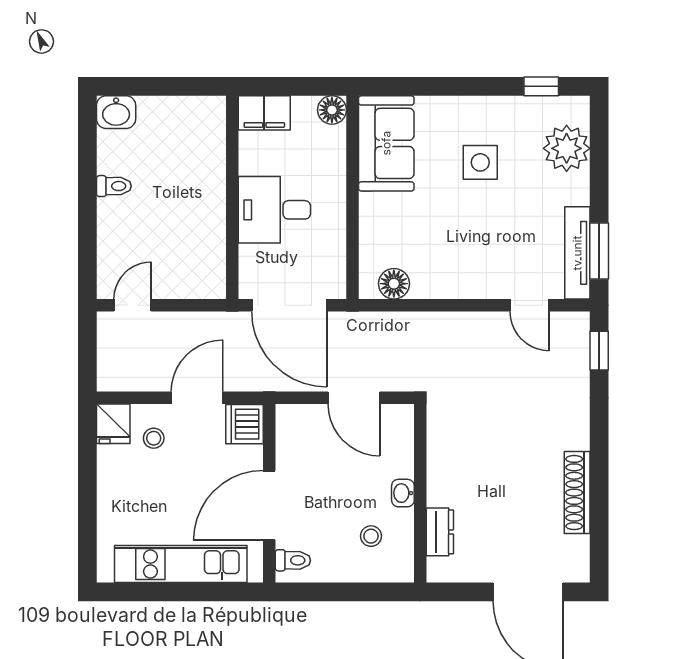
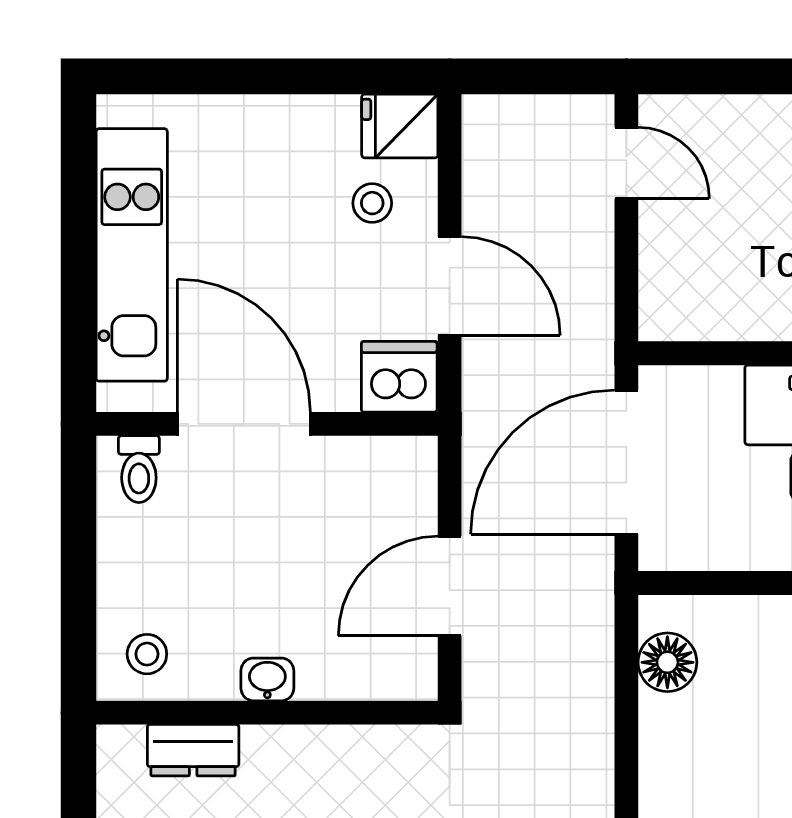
stool: (371, 536) -> (147, 654), moved

